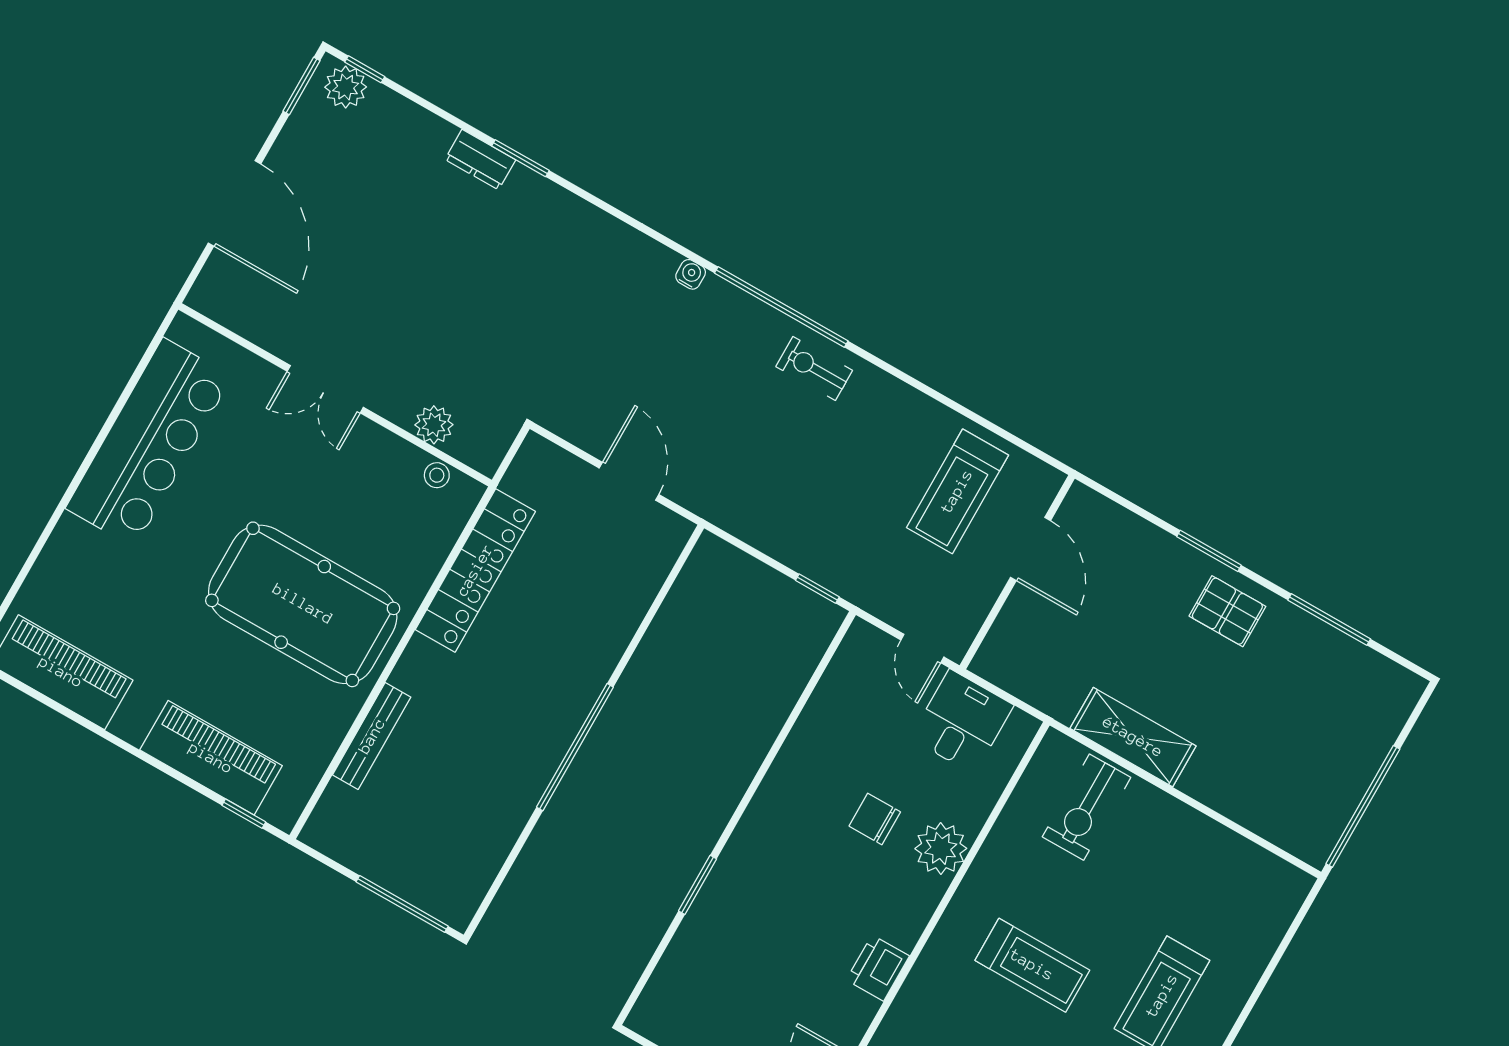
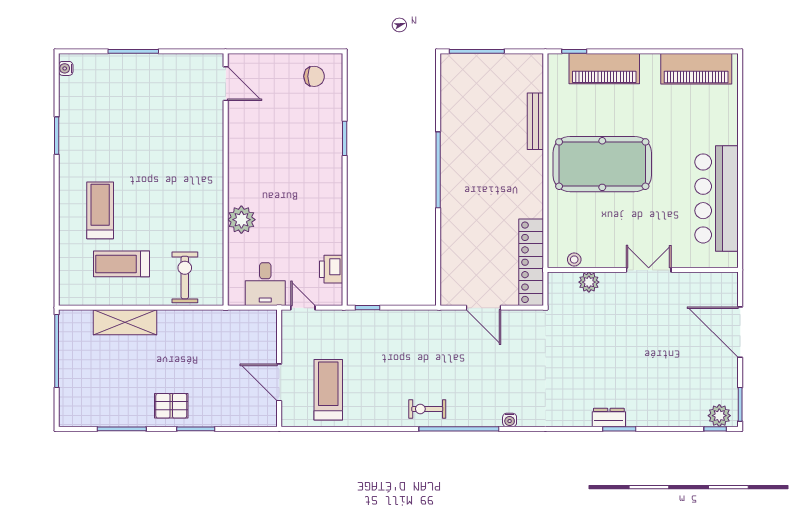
dresser: (480, 160) -> (609, 418), moved
exercise bike: (814, 368) -> (427, 409), turned 180
locker: (475, 570) -> (531, 262), moved
shelving: (1133, 737) -> (125, 322), moved
chair: (875, 819) -> (314, 76), moved
treadmill: (1032, 965) -> (121, 264), moved
printer: (878, 968) -> (331, 269), moved, turned 180

